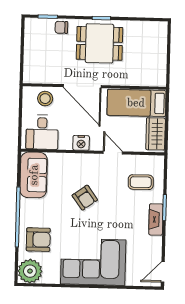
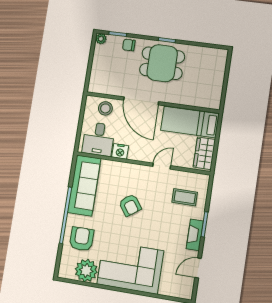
plant: (30, 24) -> (101, 39), added
nightstand: (81, 143) -> (120, 151), moved
door: (113, 153) -> (162, 166), hinge flipped
sofa: (34, 175) -> (84, 185), width x1.36
armchair: (38, 240) -> (82, 239), turned -90
plant: (30, 271) -> (86, 270), moved
door: (163, 272) -> (198, 268), moved

